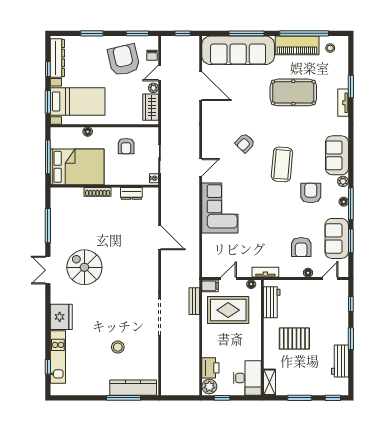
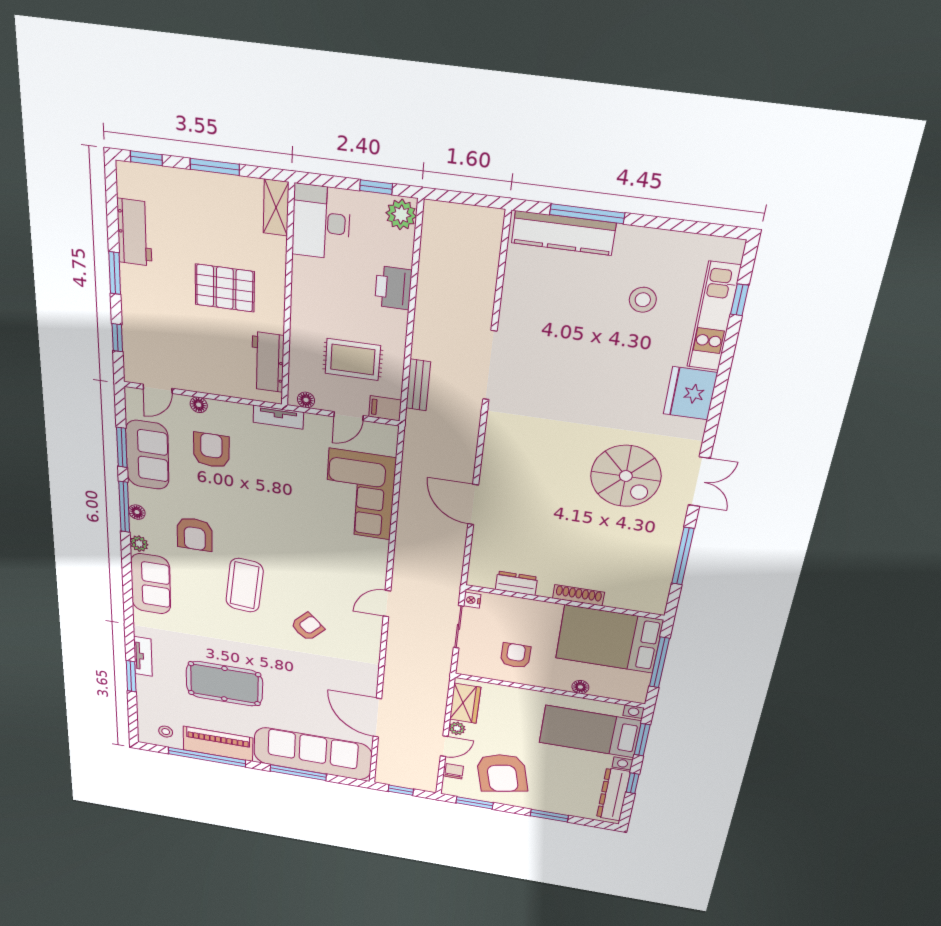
corner sofa: (220, 208) -> (360, 495), moved
rug: (228, 310) -> (353, 360), width x0.73, depth x0.70
stool: (118, 347) -> (643, 300), moved
printer: (210, 368) -> (393, 288), moved

